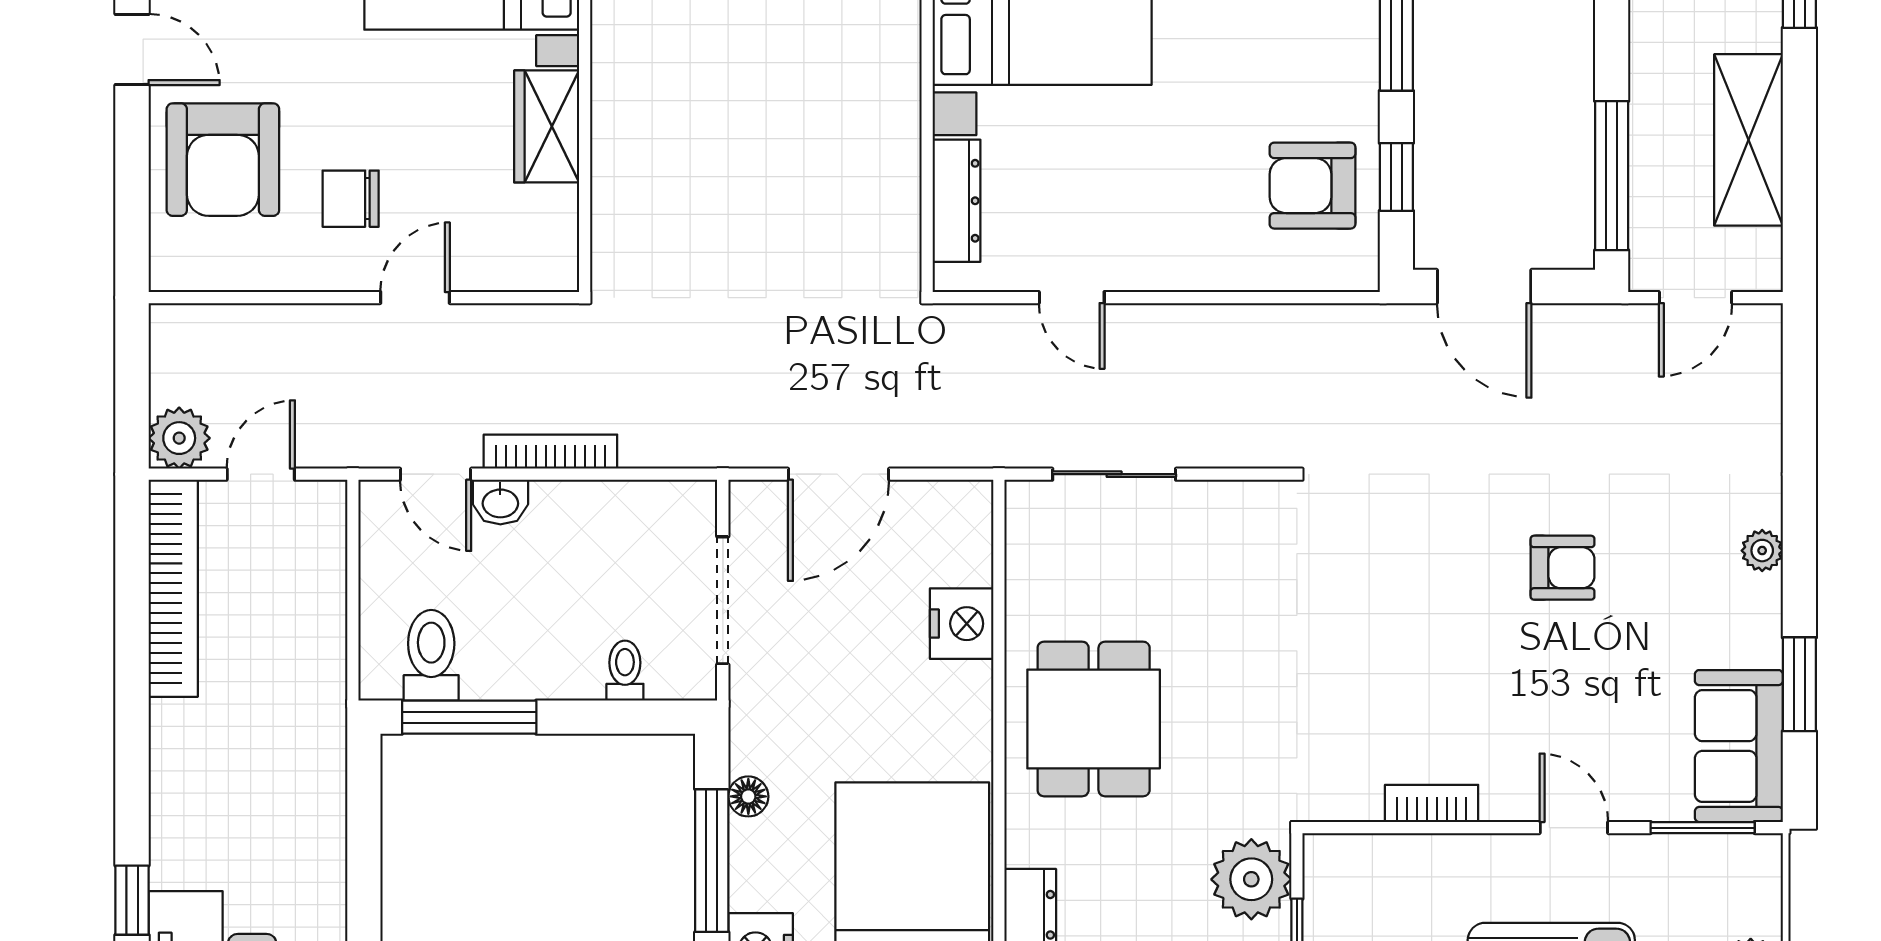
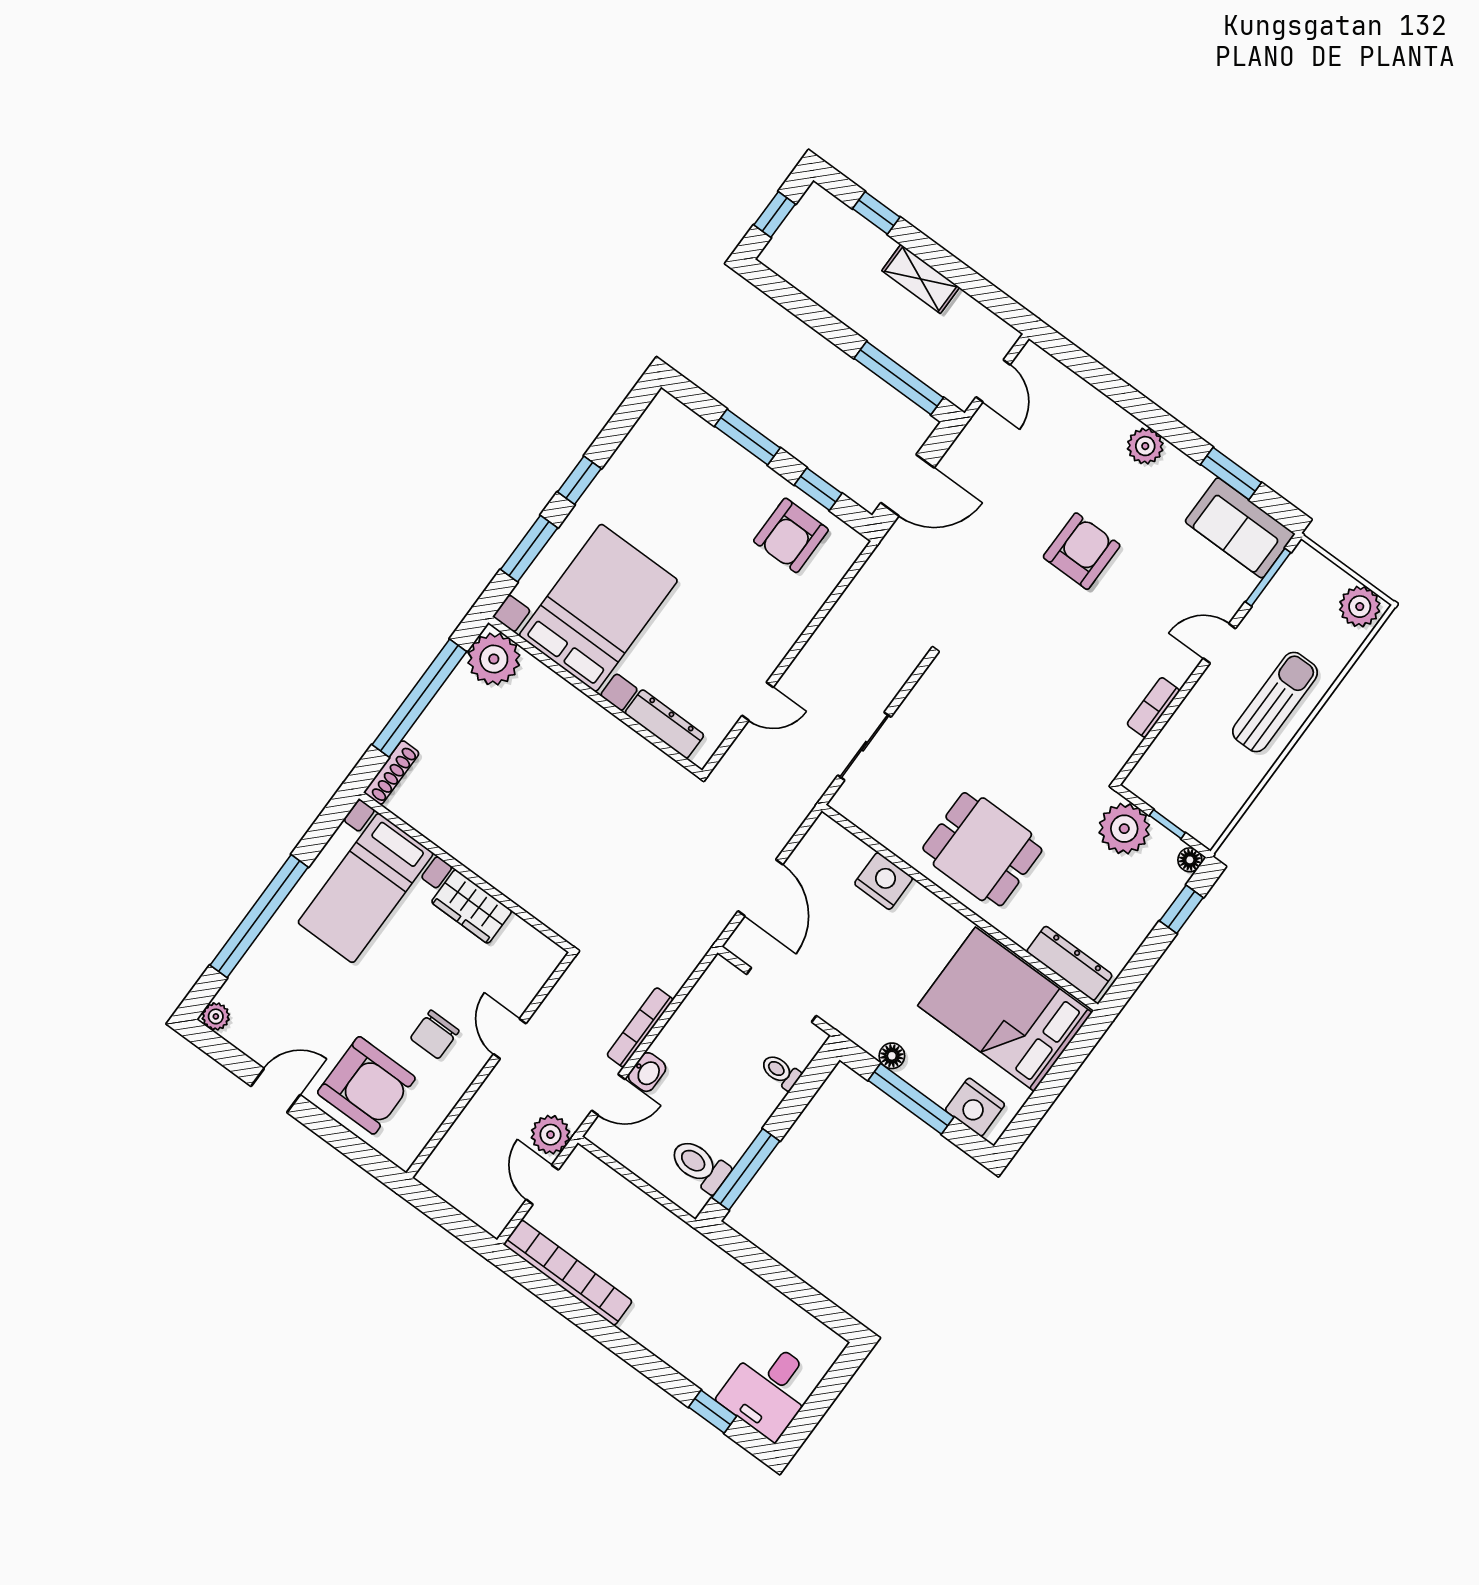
shelving: (1749, 140) -> (921, 279), width x0.67, depth x0.75
plant: (179, 438) -> (550, 1135), moved
plant: (1762, 551) -> (1145, 446), width x1.38, depth x1.38
armchair: (1563, 568) -> (1082, 551), width x1.38, depth x1.38

